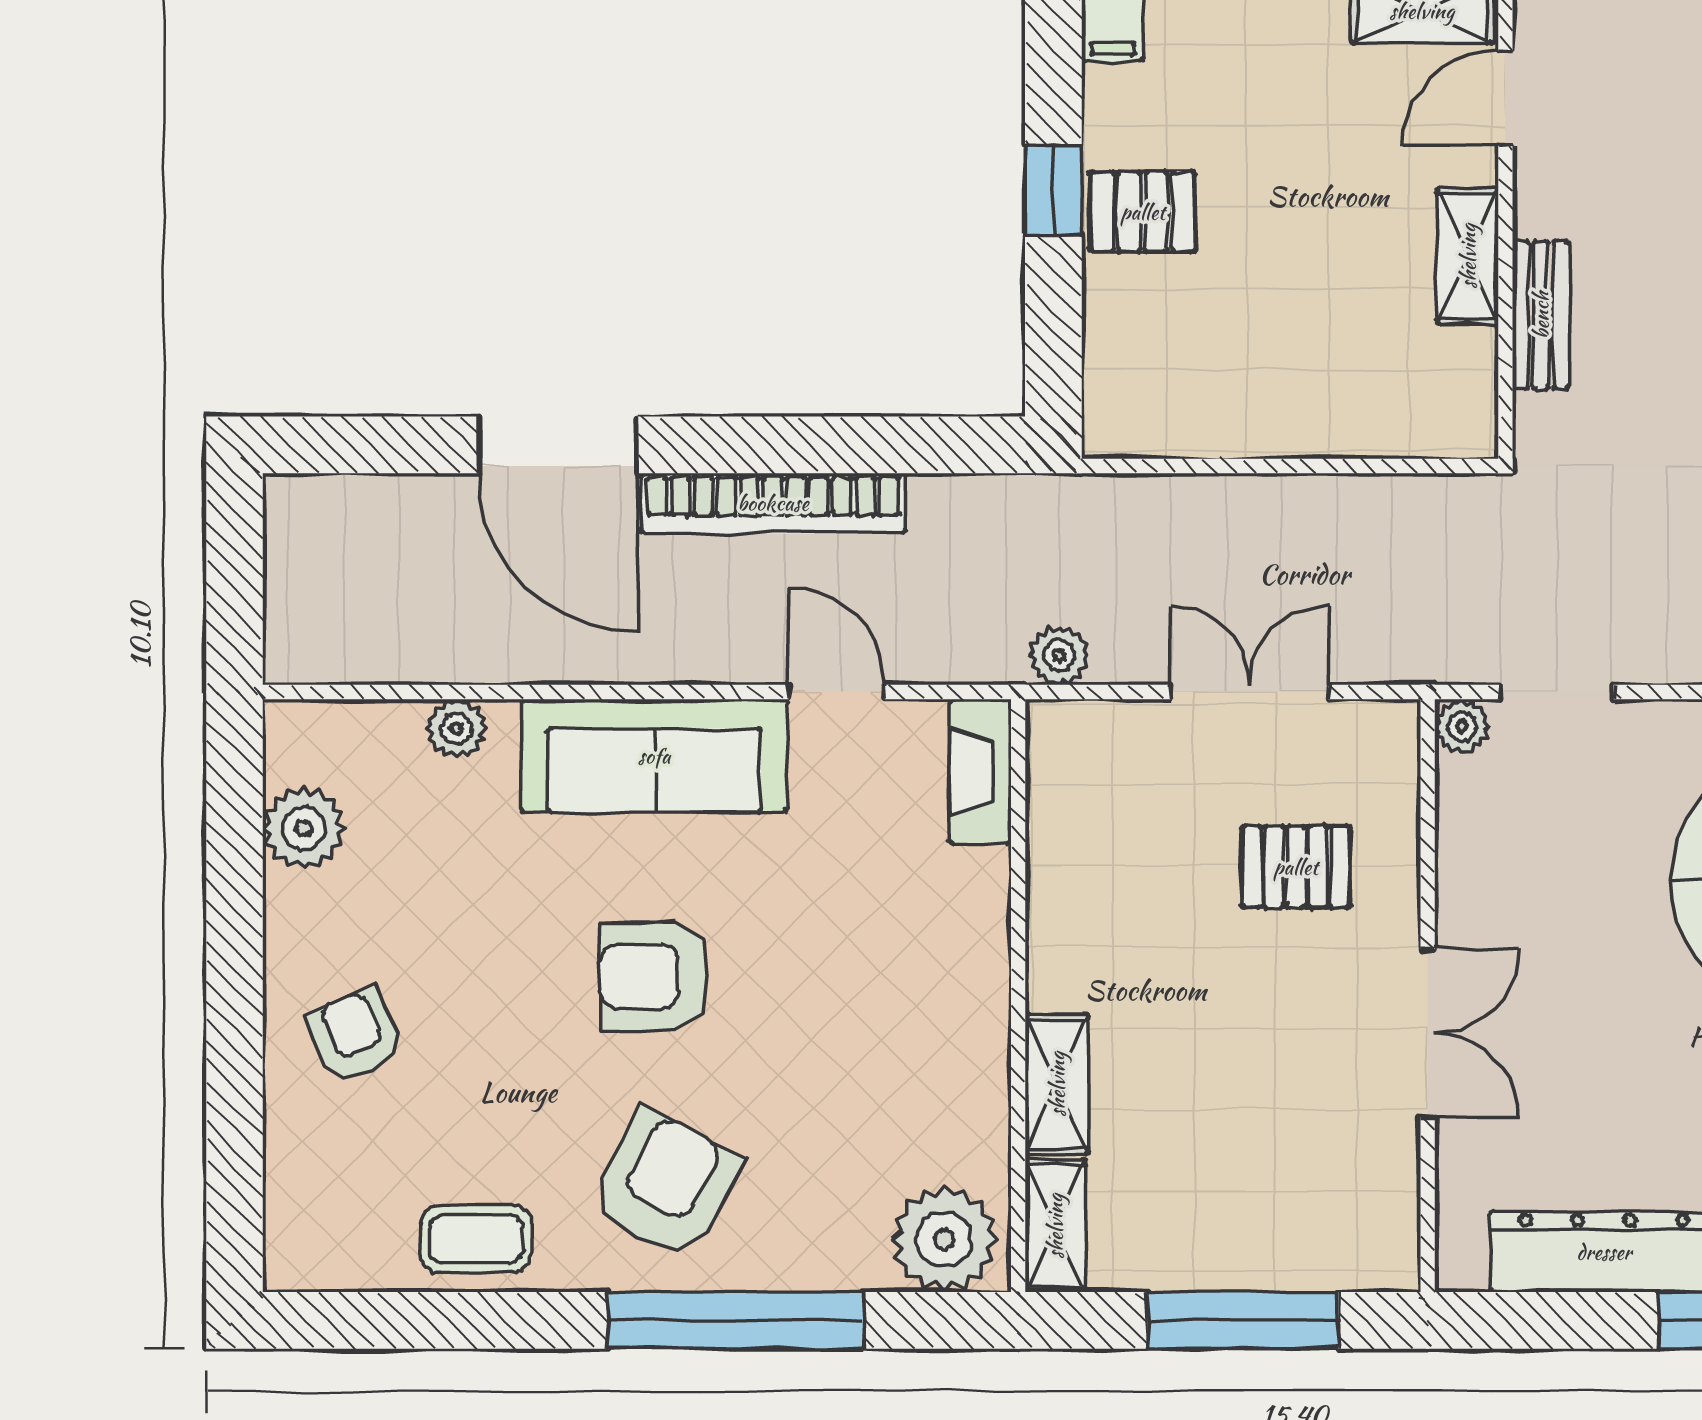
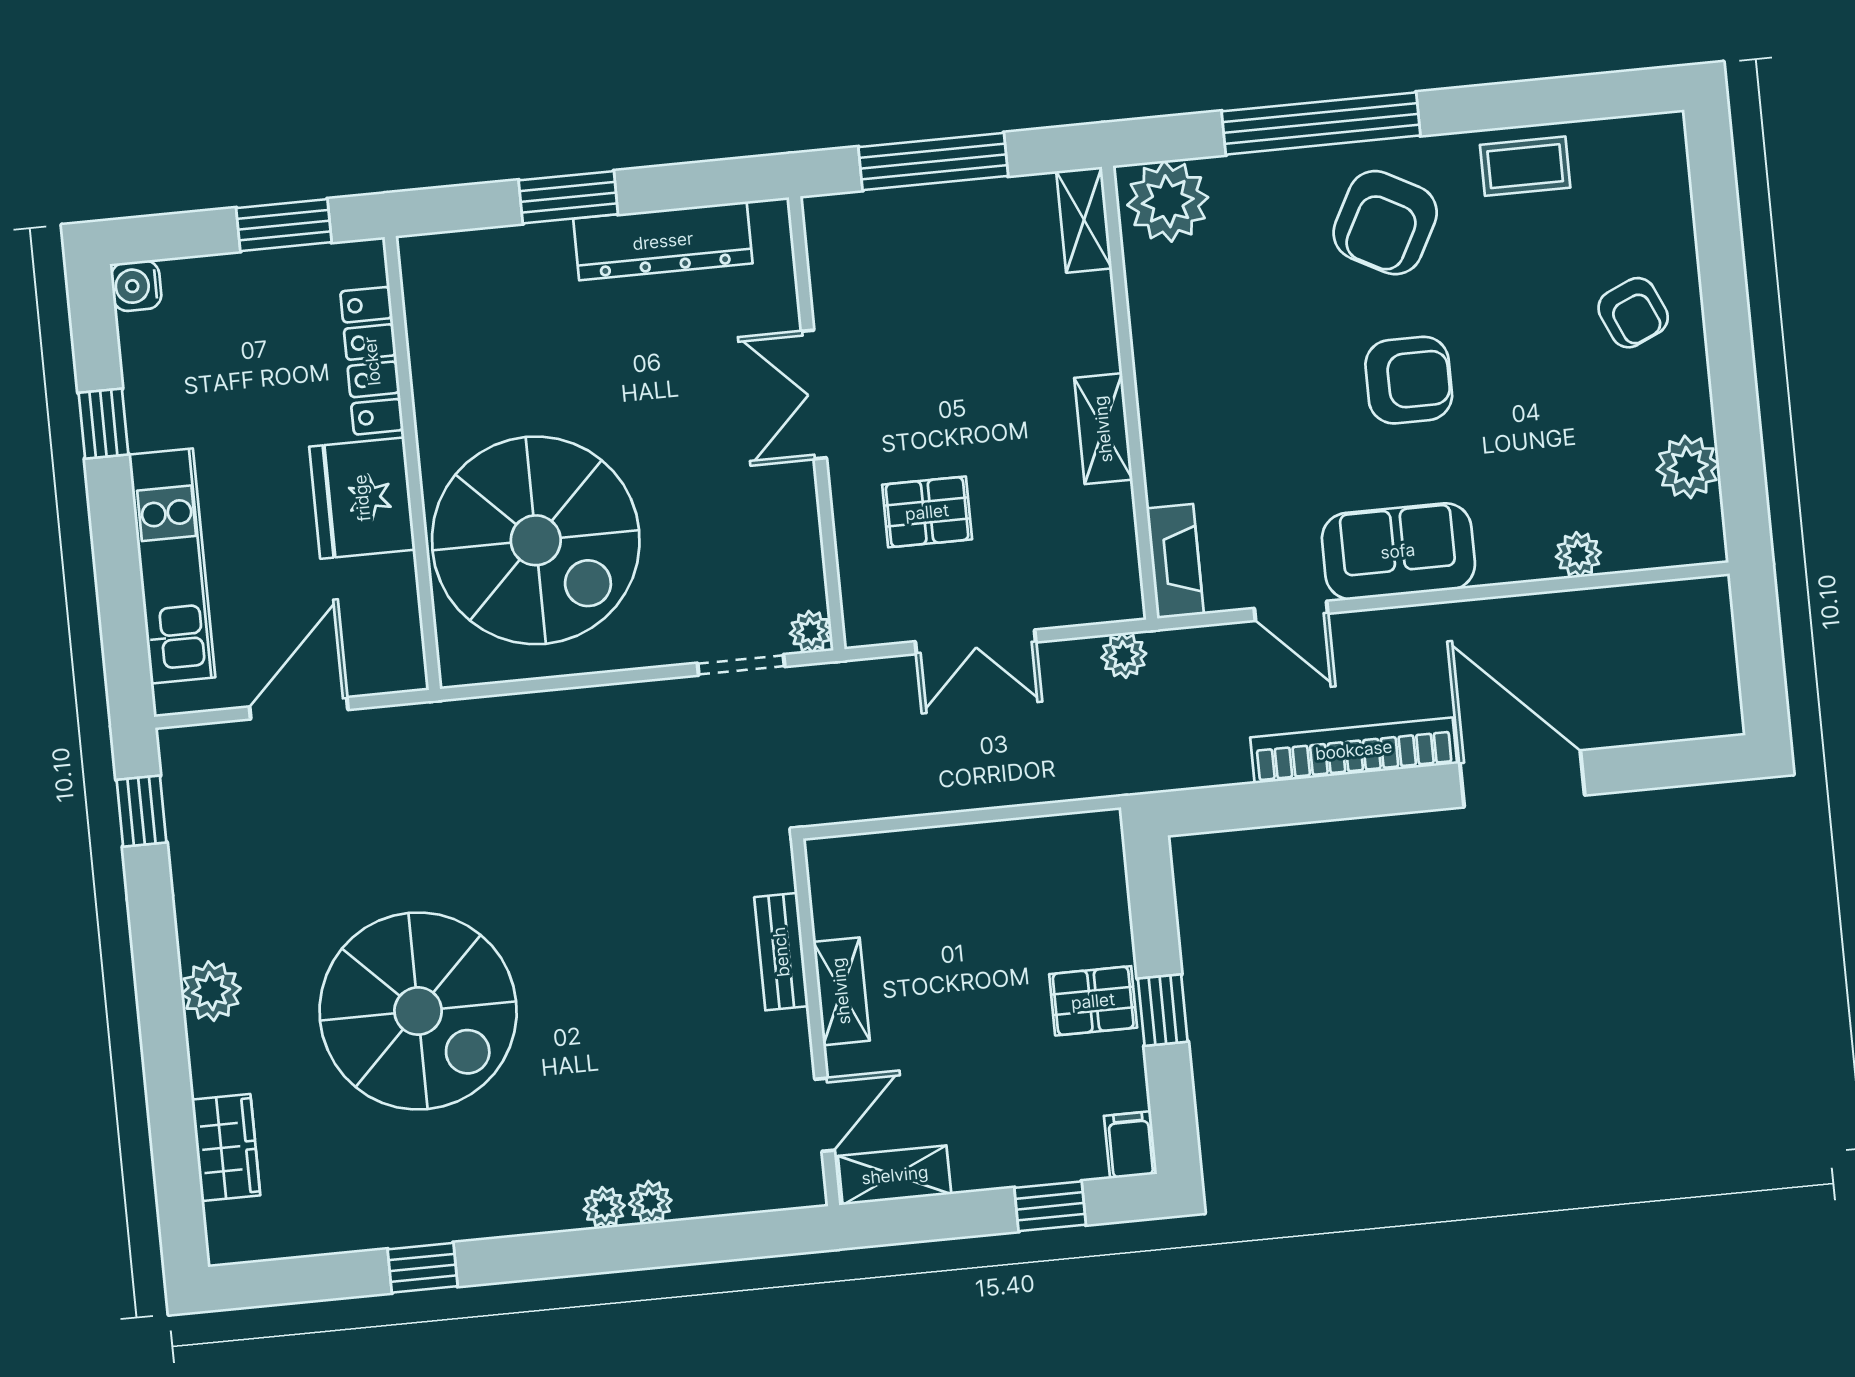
sofa: (654, 756) -> (1398, 551), width x0.73
shelving: (1057, 1084) -> (1103, 429), moved

